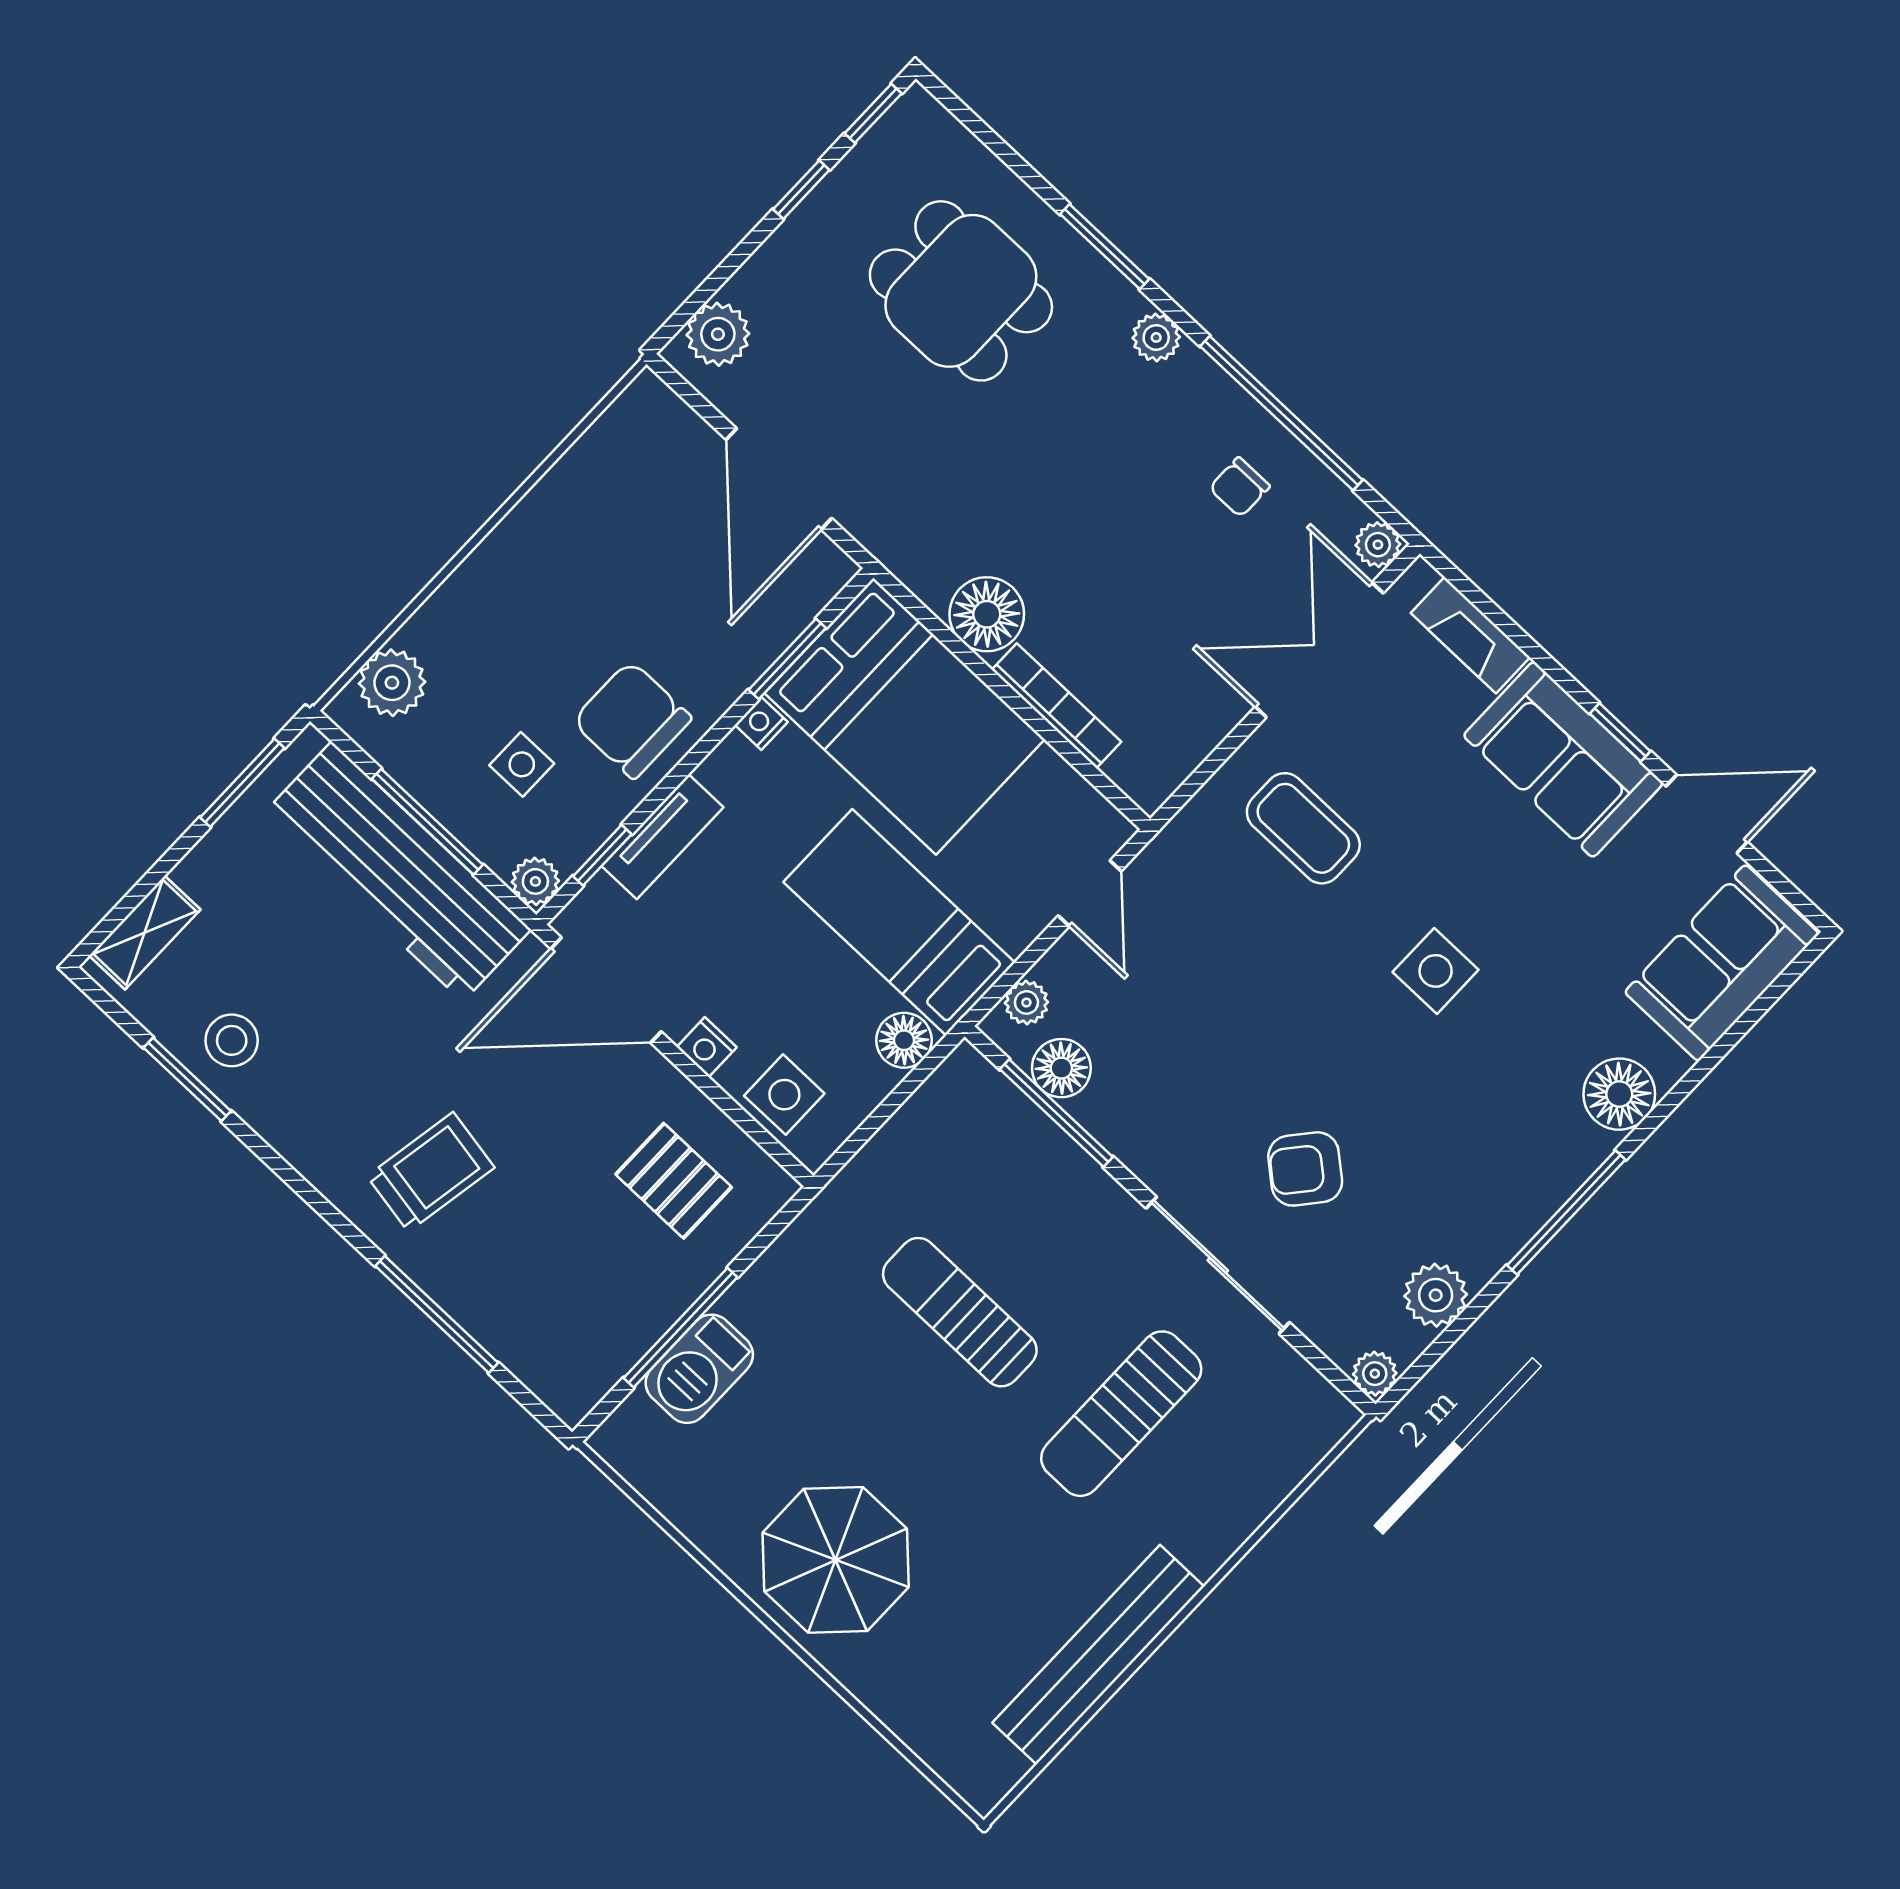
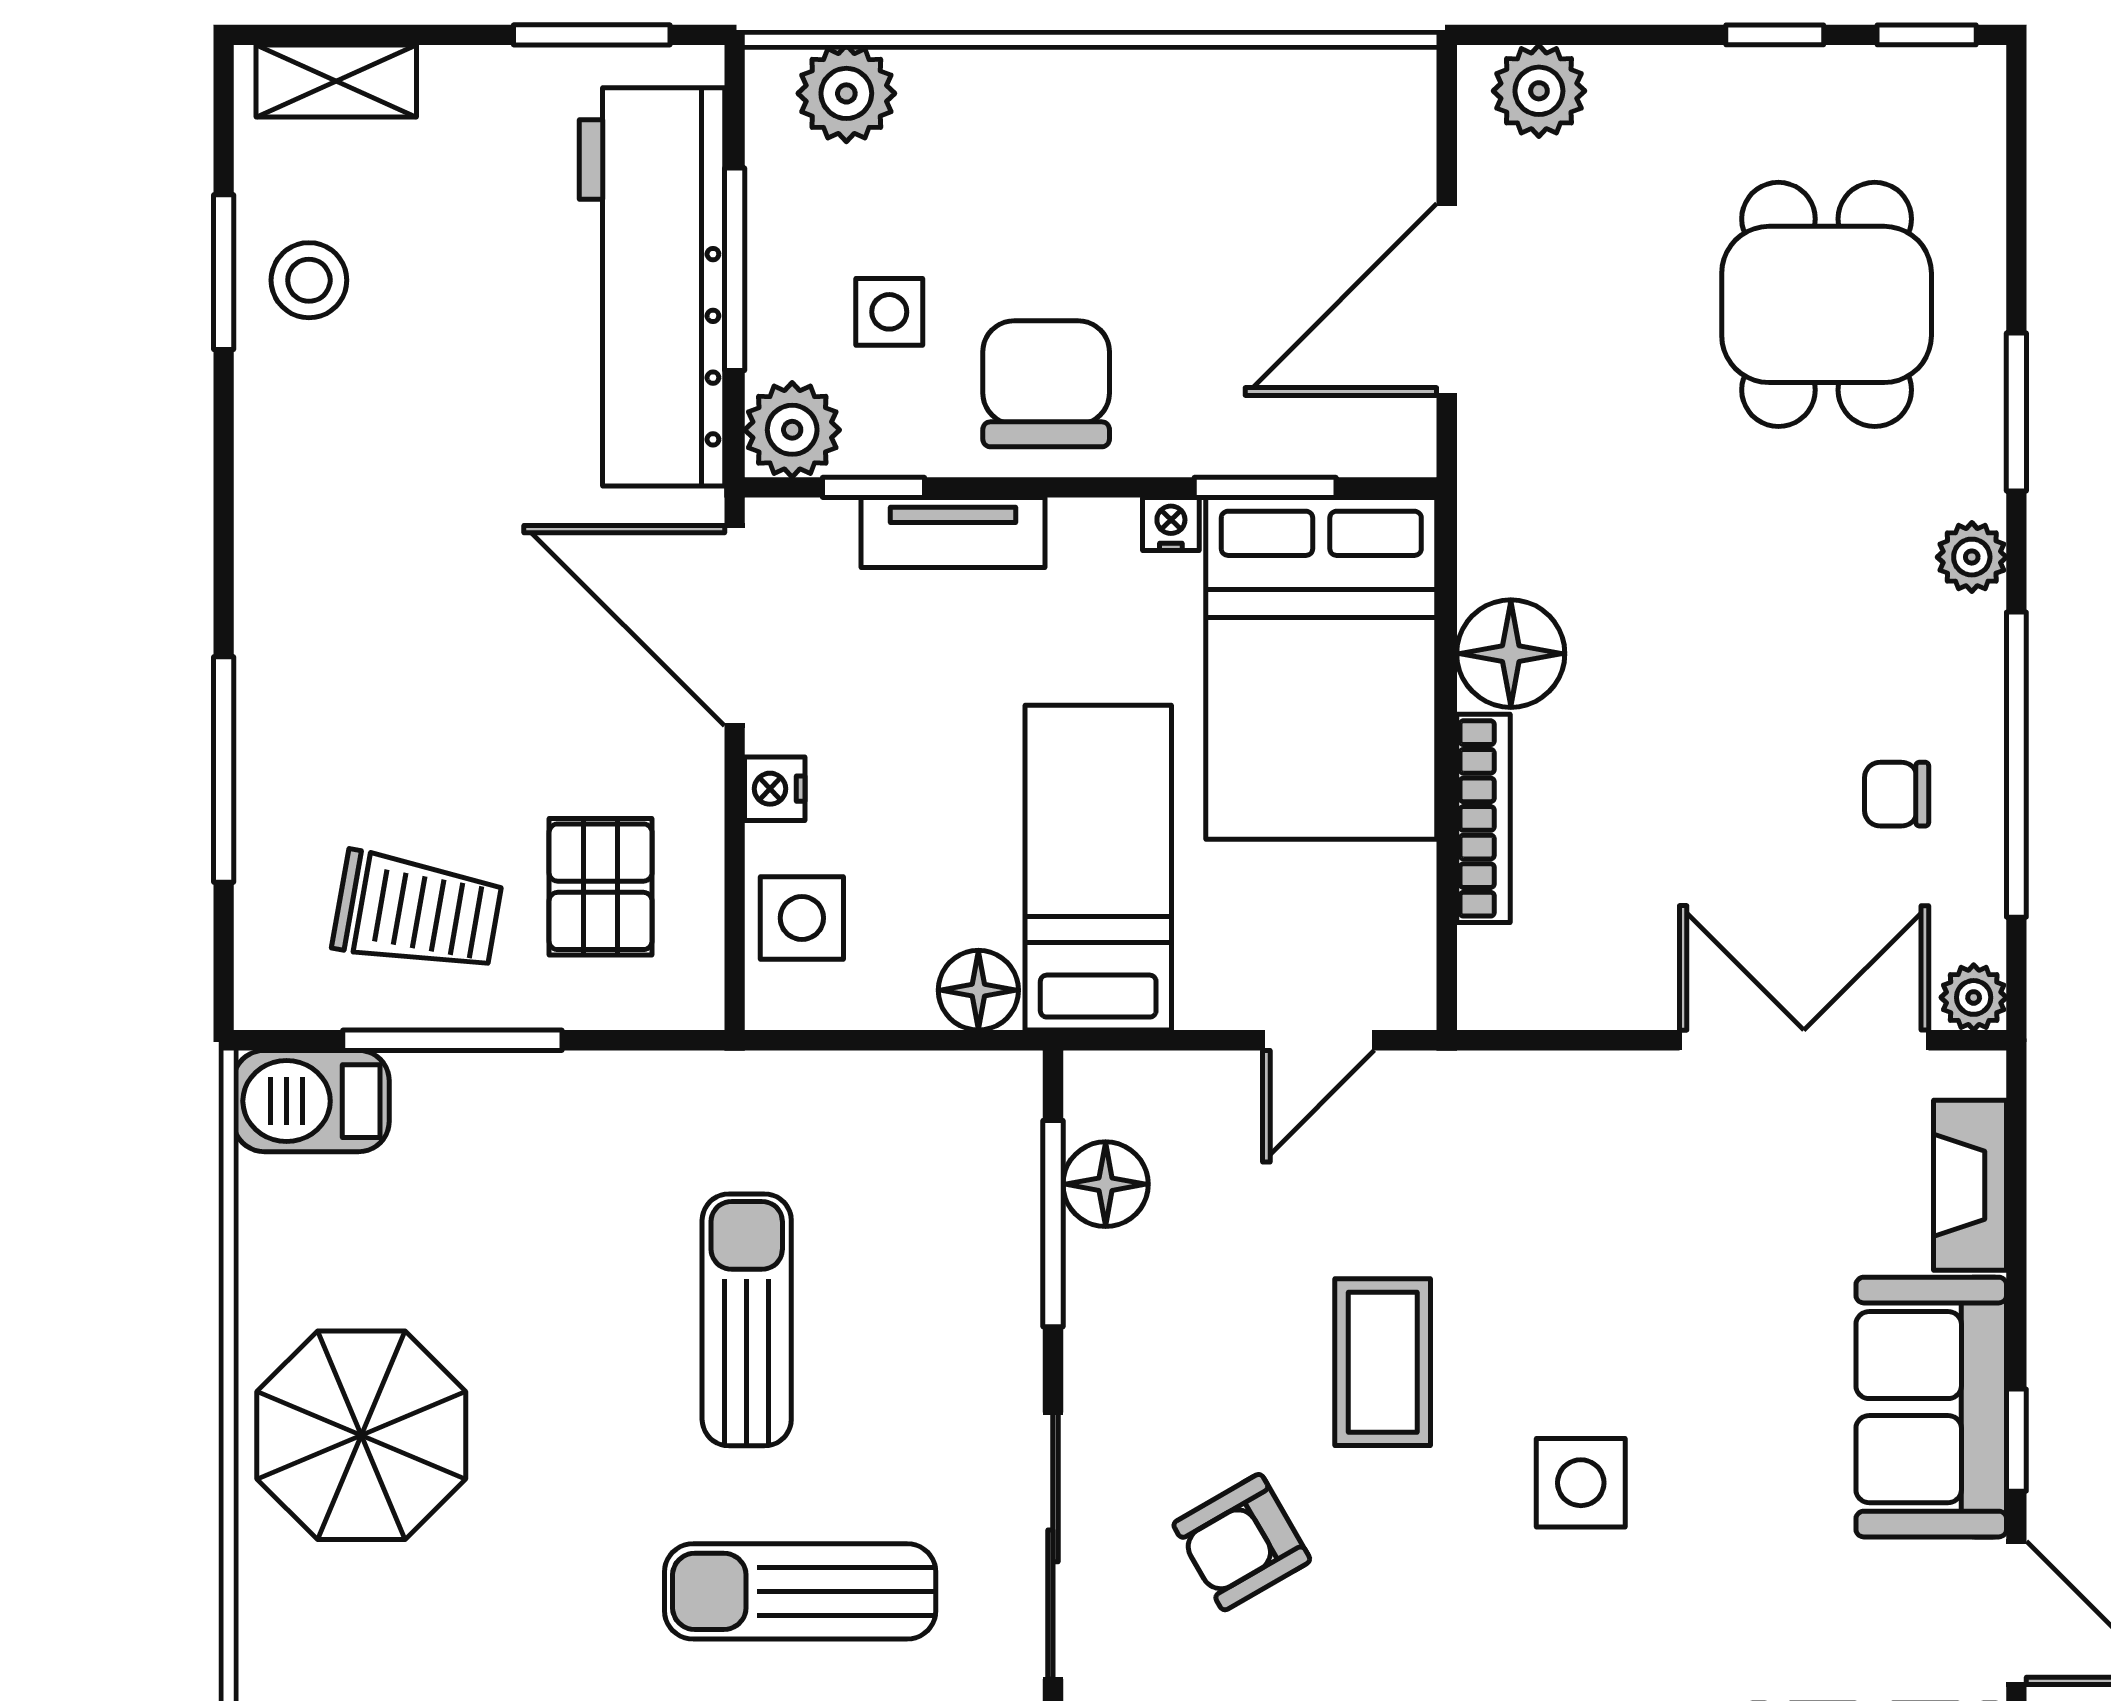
coffee table: (1303, 828) -> (1383, 1362), moved
plant: (535, 881) -> (792, 430), width x1.38, depth x1.38
plant: (1026, 1002) -> (1140, 1082), removed
armchair: (1305, 1169) -> (1242, 1542), turned -70
trolley: (431, 1172) -> (417, 912), moved
barbecue: (699, 1369) -> (311, 1101), moved

